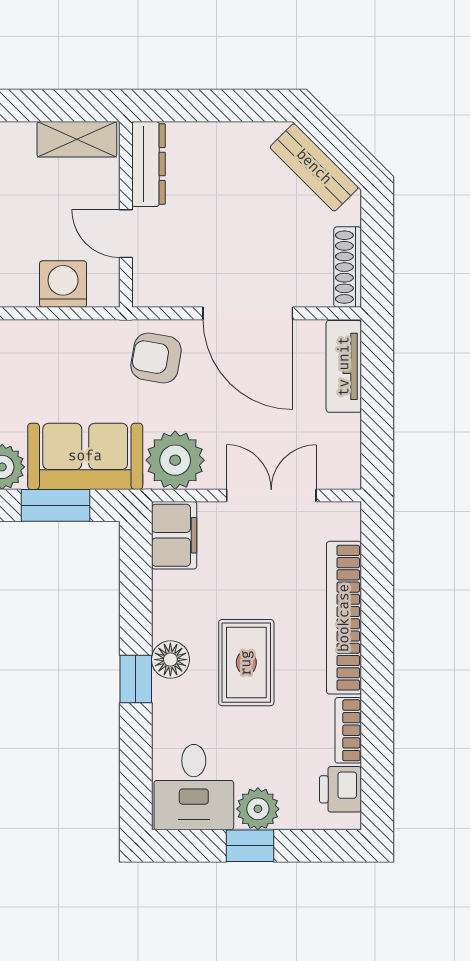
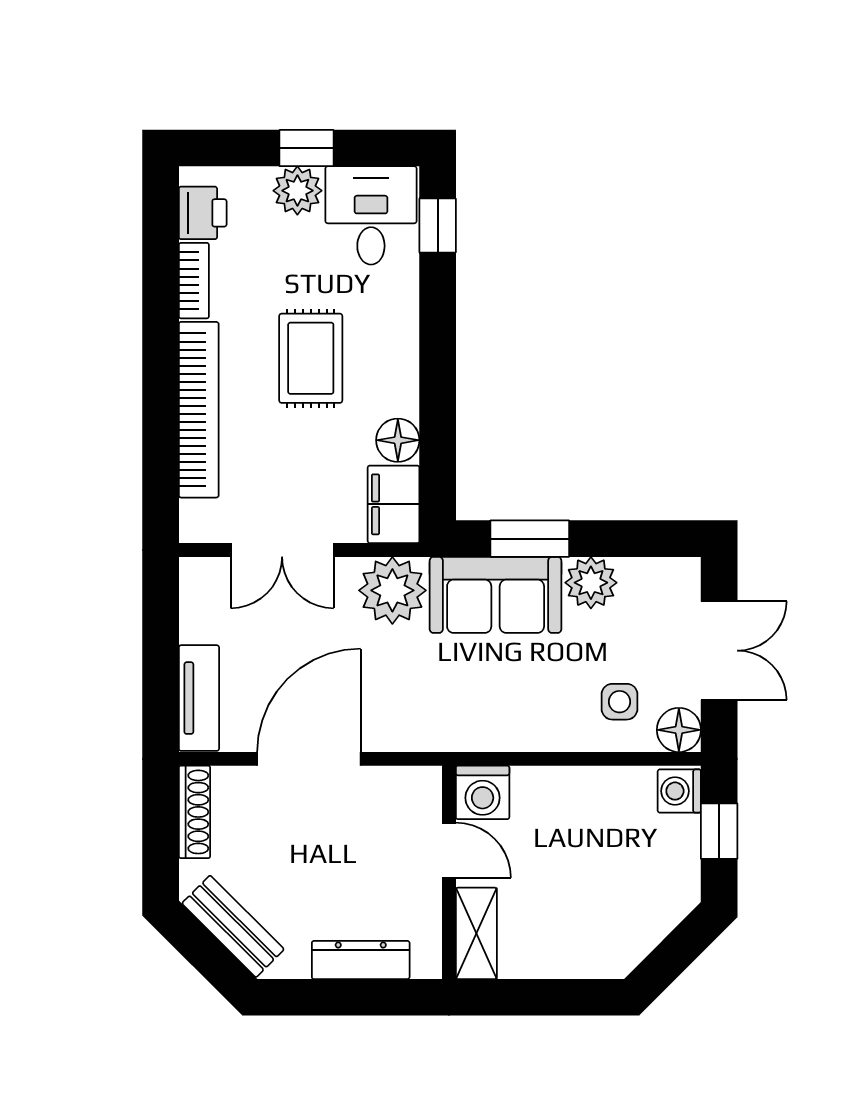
shelving: (77, 139) -> (476, 933), moved, turned 90
dresser: (148, 164) -> (361, 960), moved, turned 90
washing machine: (63, 284) -> (483, 792), moved
door: (248, 313) -> (309, 759), hinge flipped
armchair: (156, 358) -> (414, 708), removed
floor lamp: (170, 660) -> (398, 440), moved
window: (136, 679) -> (438, 226), moved

